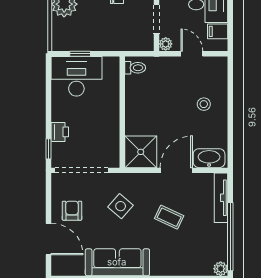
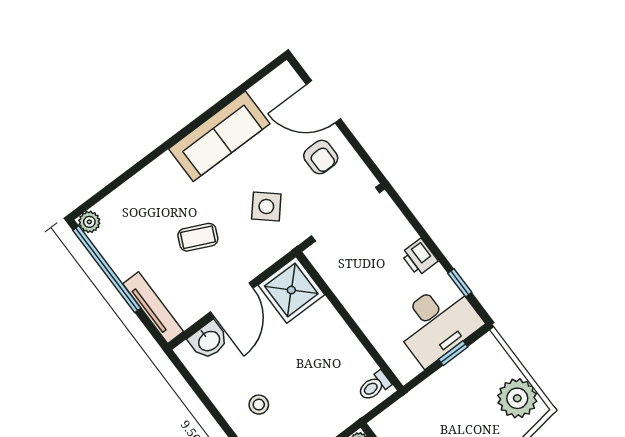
printer: (60, 132) -> (419, 257), moved
window: (48, 149) -> (460, 283), moved
washbasin: (209, 158) -> (209, 340), width x0.72

